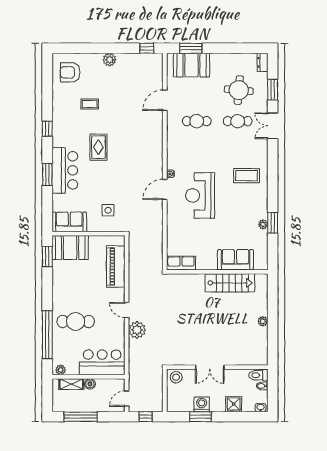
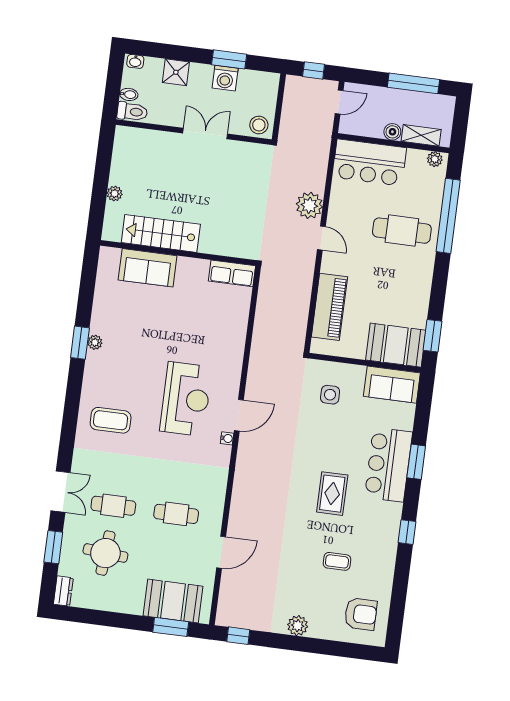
sofa: (236, 260) -> (148, 268), moved
row of seats: (181, 263) -> (232, 273), moved
wall: (217, 272) -> (178, 253), moved
stairs: (230, 283) -> (161, 233), moved

